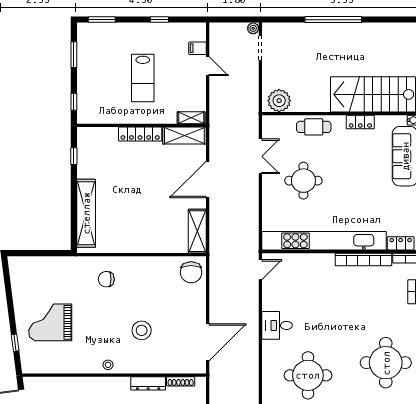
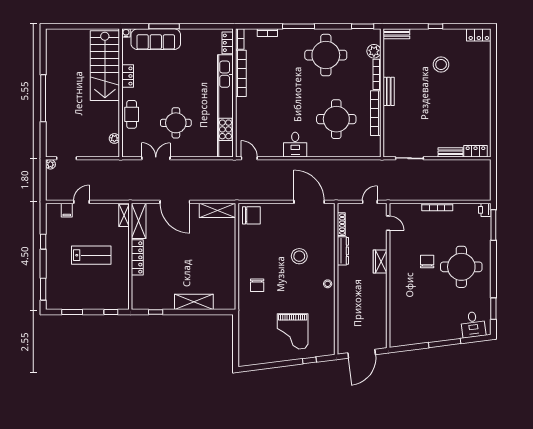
plant: (279, 101) -> (114, 138), width x0.53, depth x0.53
shelving: (86, 213) -> (194, 302), width x0.68

